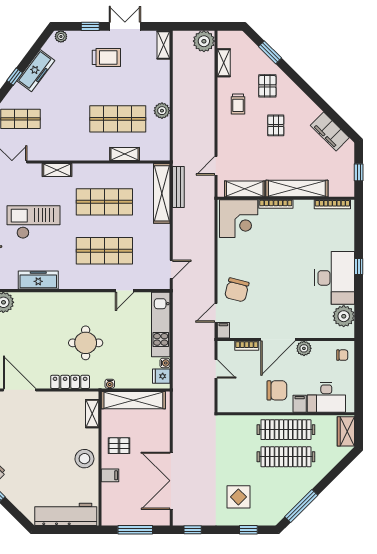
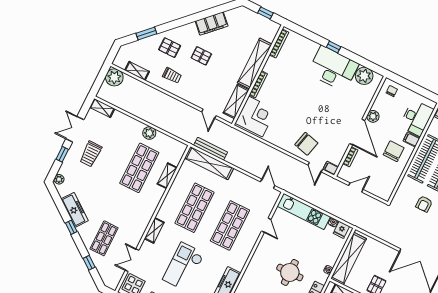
trolley: (106, 57) -> (91, 154), turned 180
filing cabinet: (330, 132) -> (212, 24), moved
armchair: (236, 453) -> (424, 204), added

